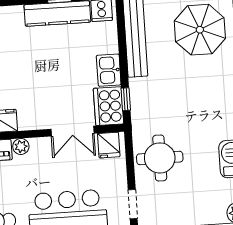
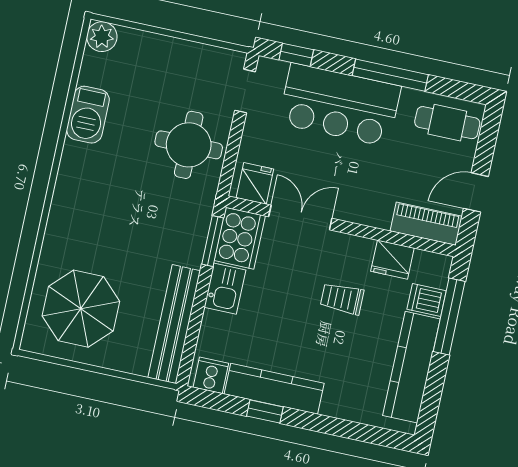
trolley: (30, 86) -> (342, 299), added
window: (126, 99) -> (213, 241), width x1.50
plant: (21, 147) -> (379, 217), removed

